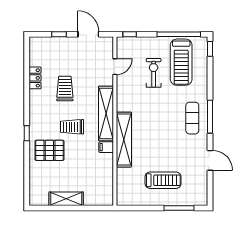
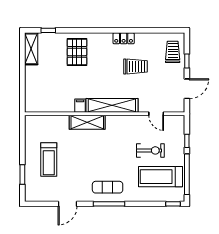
window: (130, 34) -> (187, 141), moved
locker: (35, 78) -> (124, 38), moved
trolley: (72, 127) -> (173, 52), moved
window: (27, 133) -> (48, 30), moved
shelving: (124, 140) -> (87, 122), width x0.68
shelving: (66, 199) -> (31, 49), moved
window: (179, 208) -> (22, 175), width x0.69

